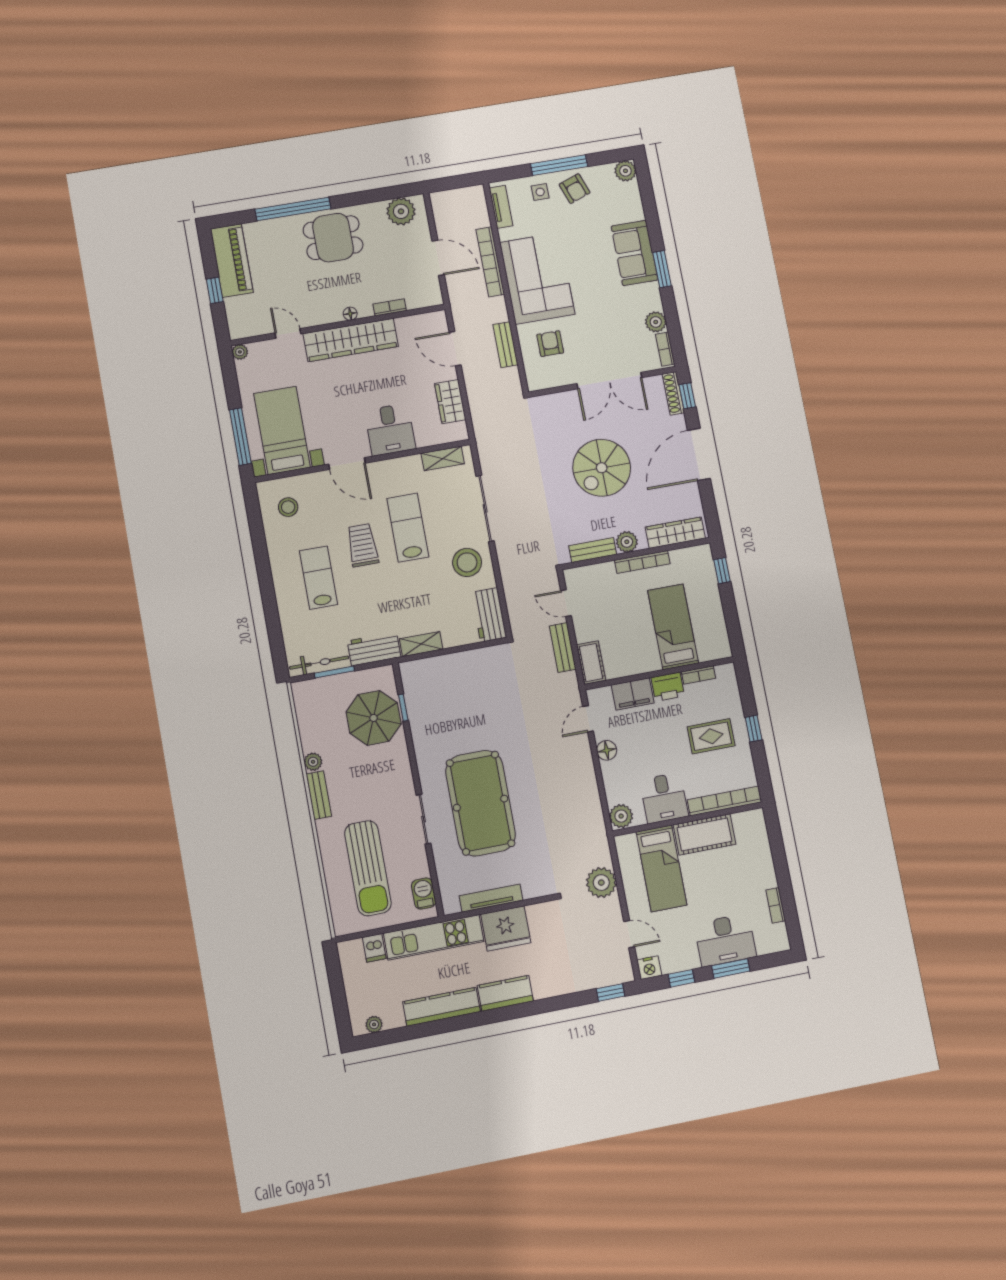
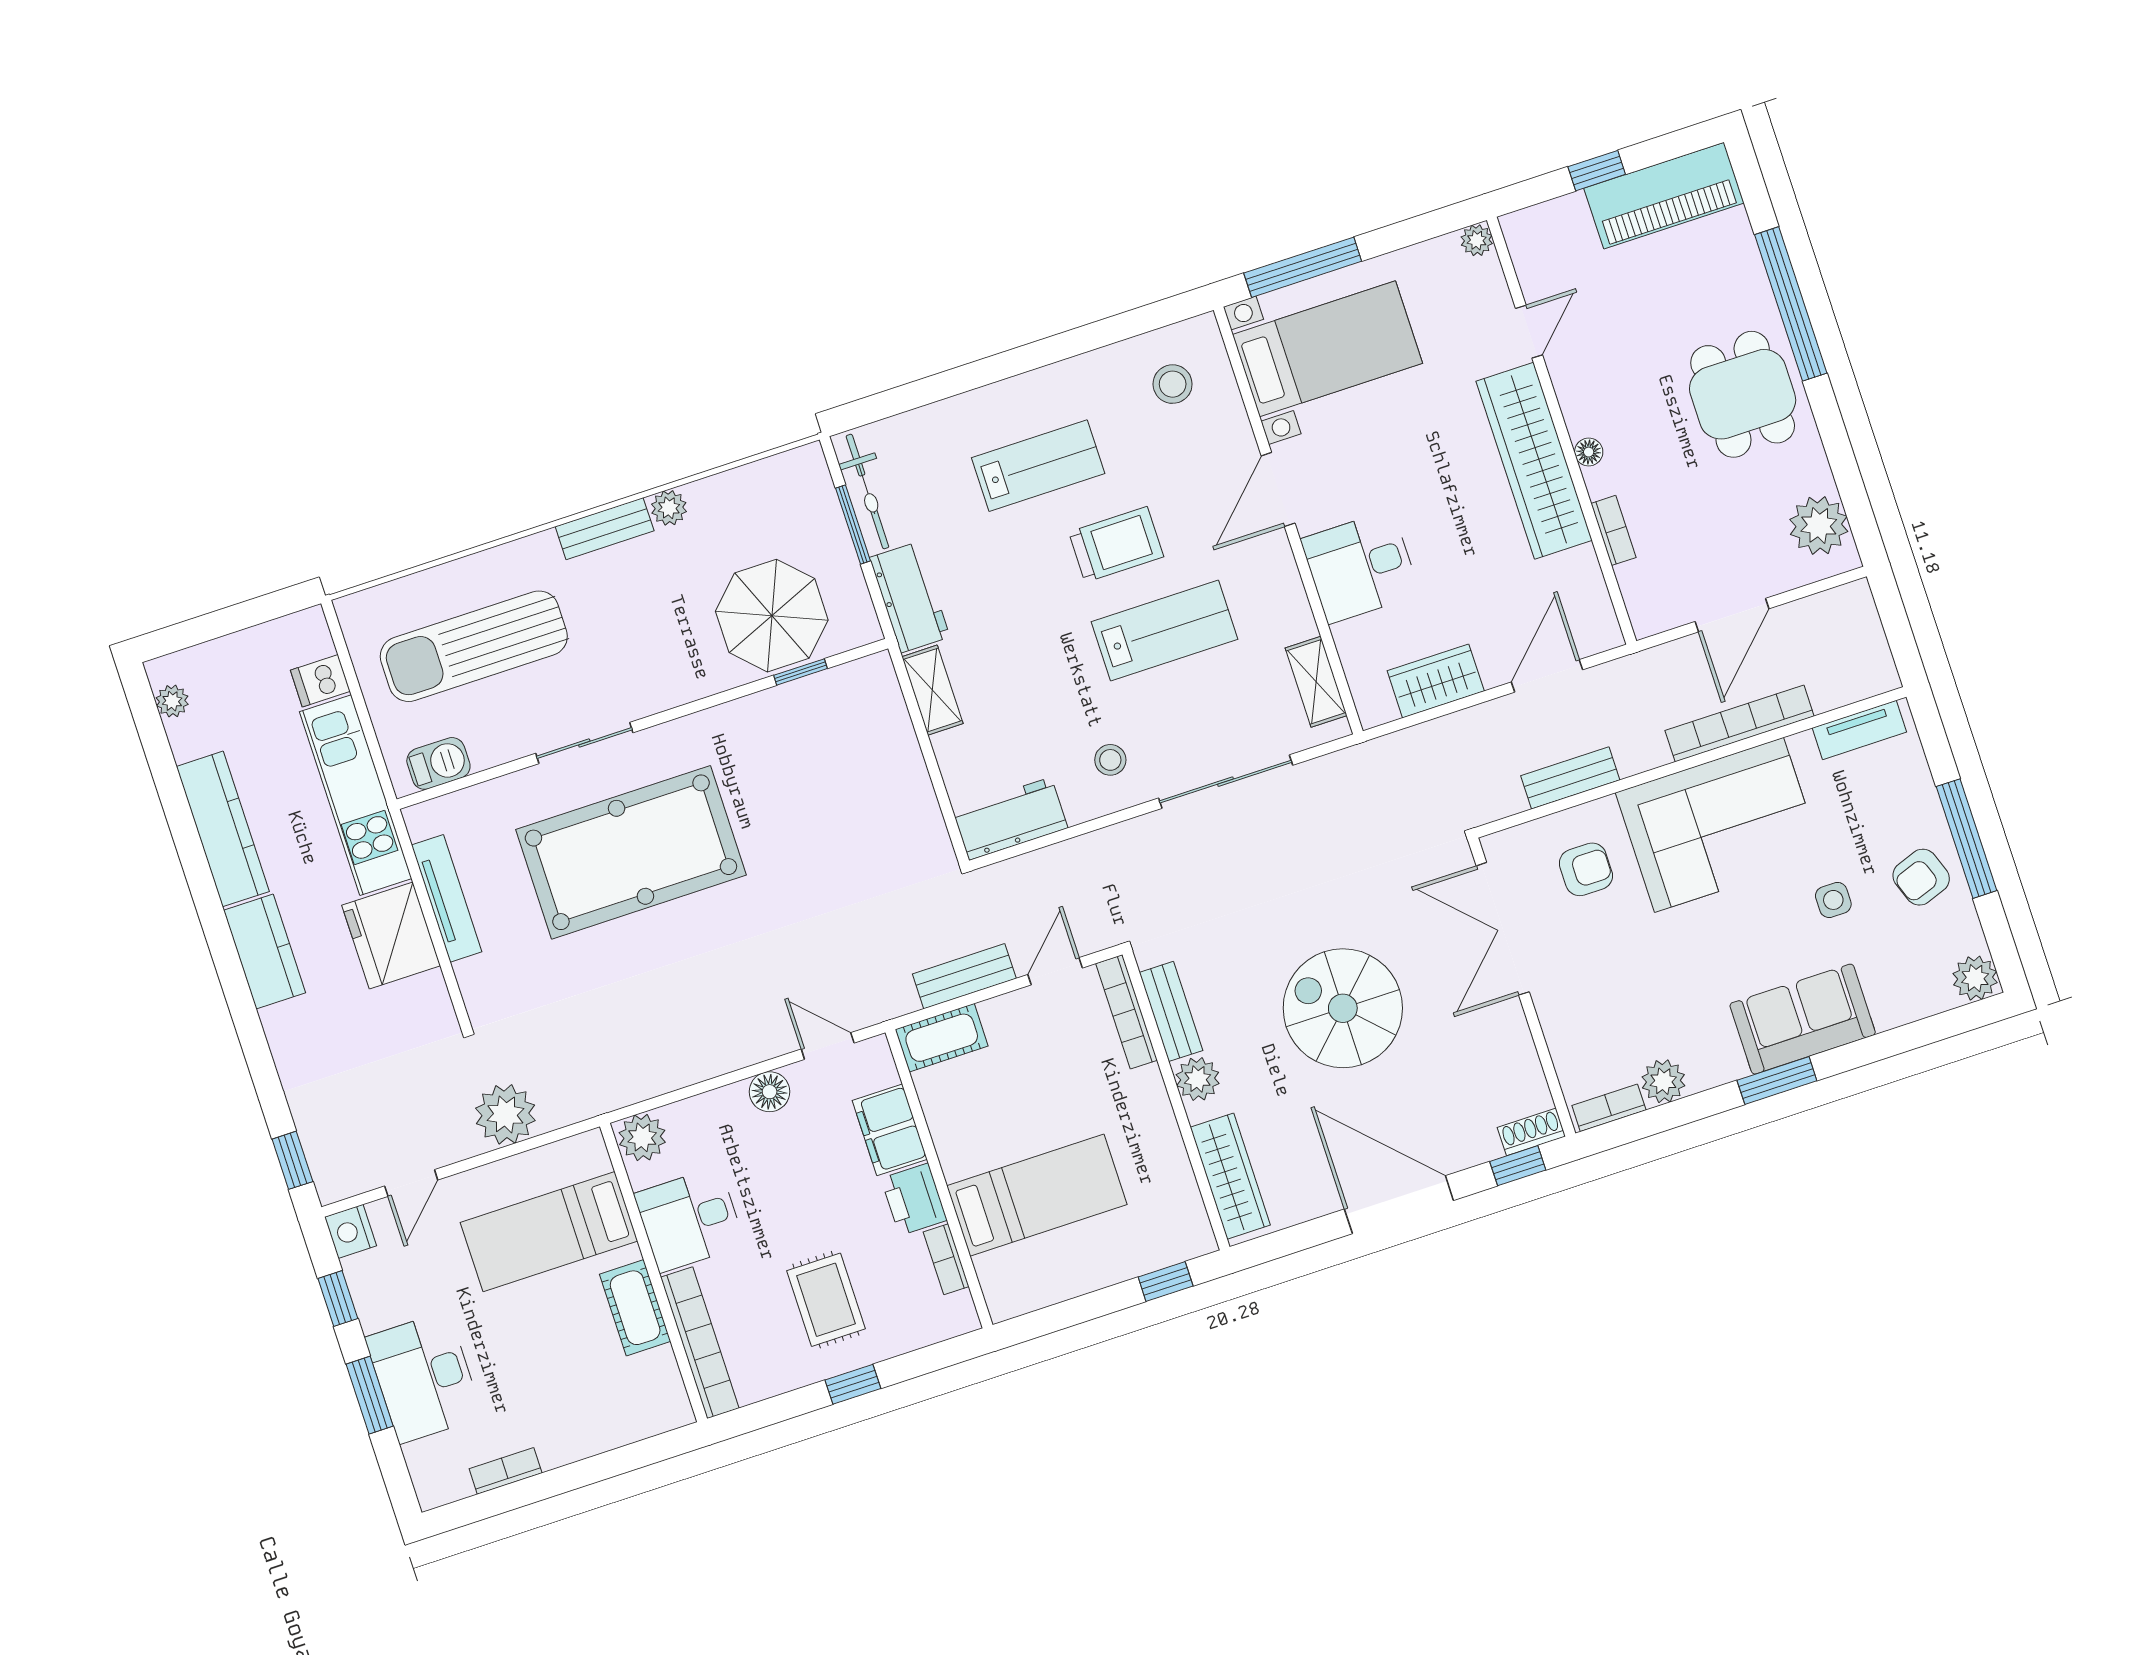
side table: (540, 192) -> (1833, 900), moved
double door: (609, 381) -> (1503, 929), moved
shoe rack: (673, 393) -> (1531, 1132), width x0.70
stool: (467, 562) -> (1110, 760), width x0.53, depth x0.53
bookcase: (642, 562) -> (1127, 1012), moved
cot: (704, 834) -> (635, 1308), width x0.73, depth x0.75

